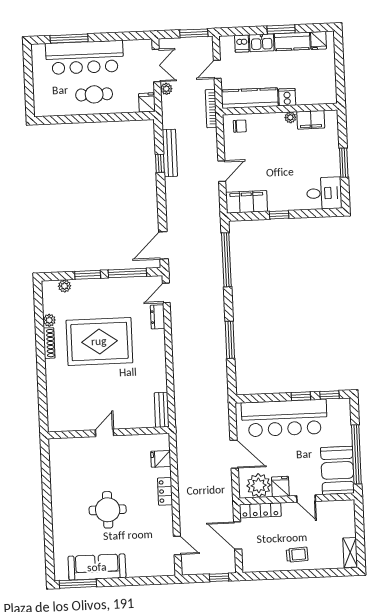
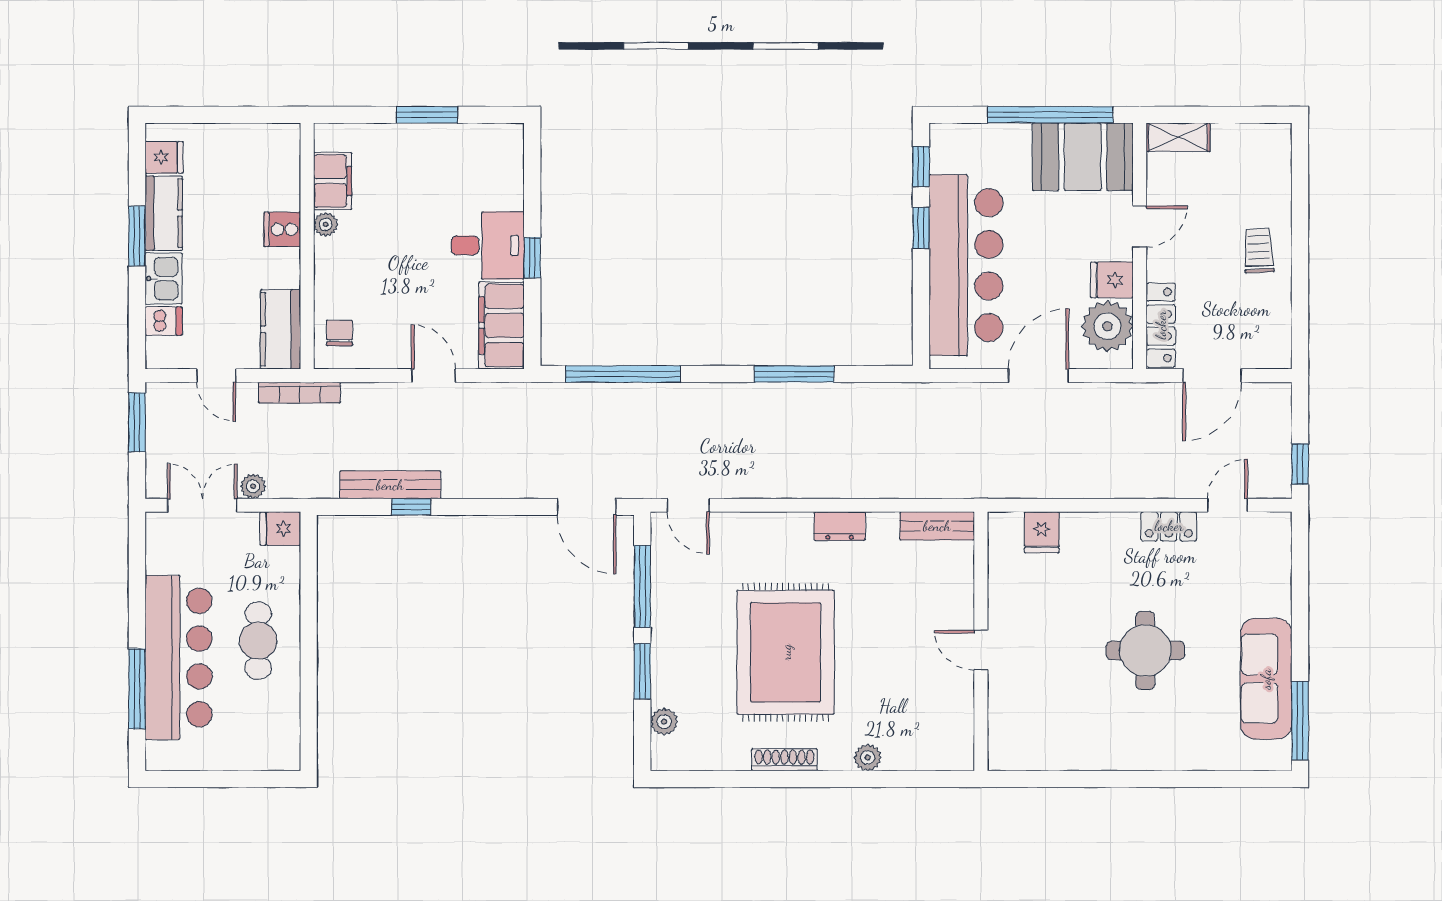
kitchen counter: (250, 98) -> (281, 329), width x0.67
desk: (324, 193) -> (488, 245), moved, turned 90
dresser: (158, 317) -> (840, 526), moved
plant: (49, 320) -> (868, 757), moved
locker: (165, 491) -> (1169, 526), moved
shelving: (350, 552) -> (1178, 137), moved
window: (219, 578) -> (1300, 464), moved

